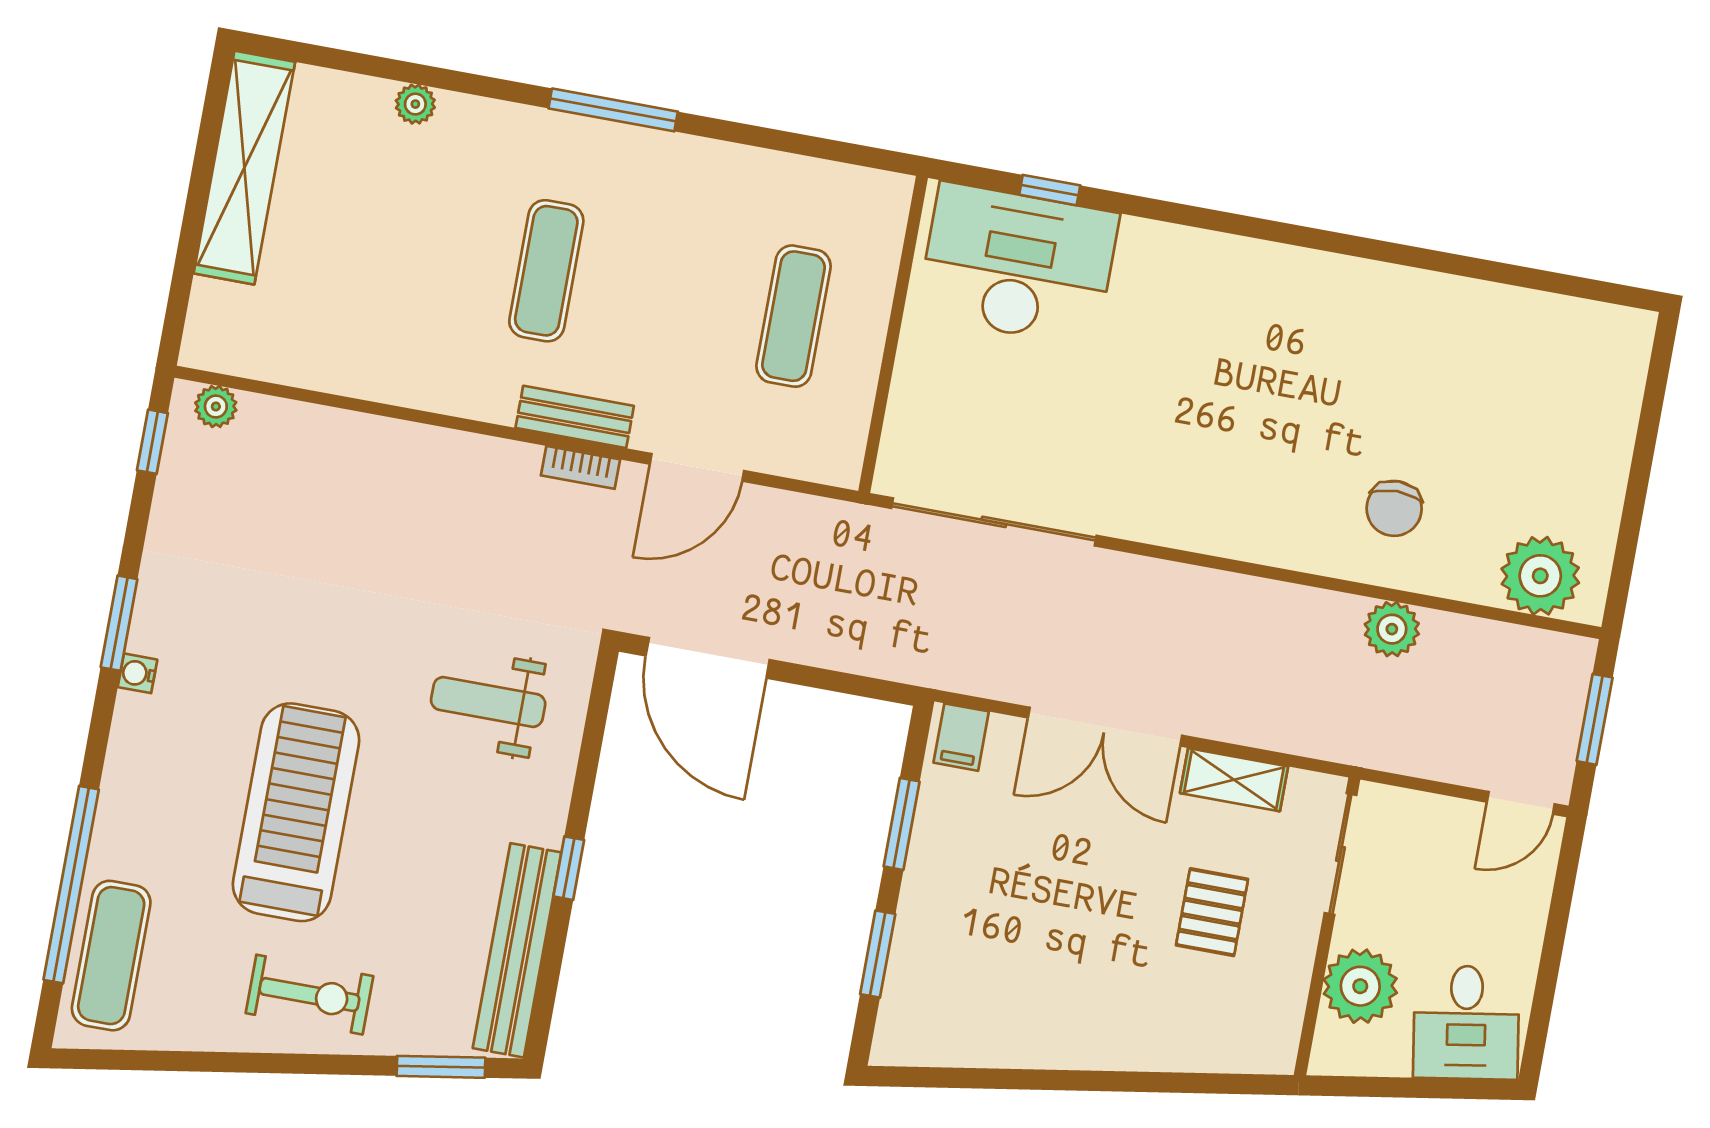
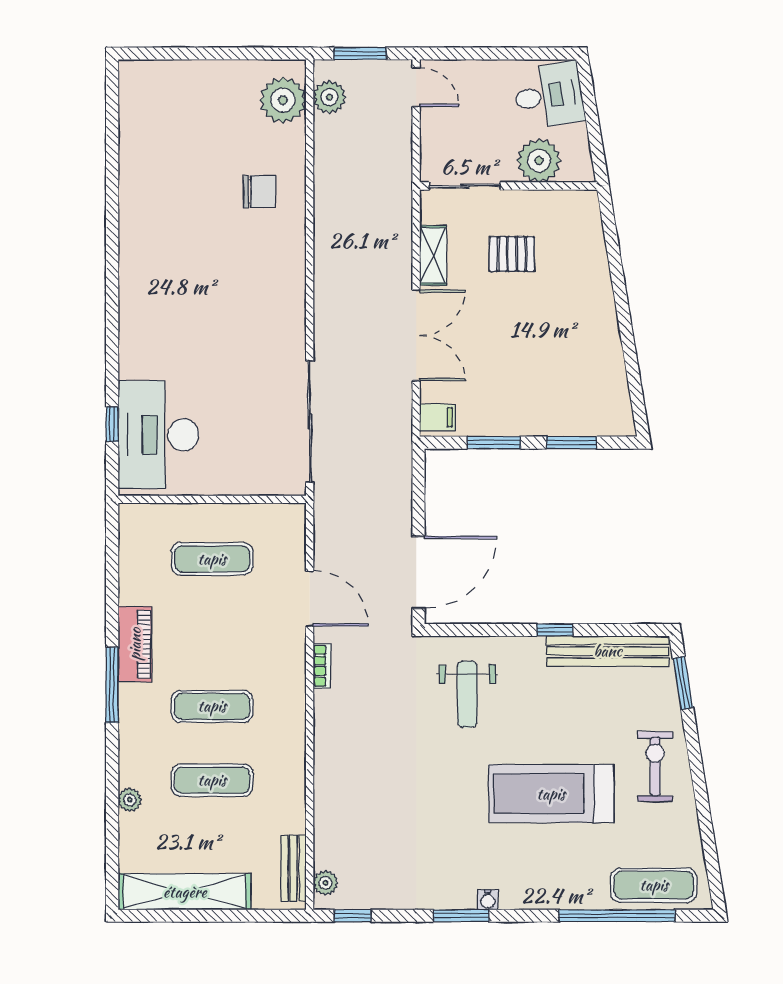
piano: (674, 161) -> (135, 644), added
exercise mat: (423, 248) -> (212, 780), added
bench: (575, 417) -> (293, 868), moved
plant: (1392, 629) -> (329, 97), moved

